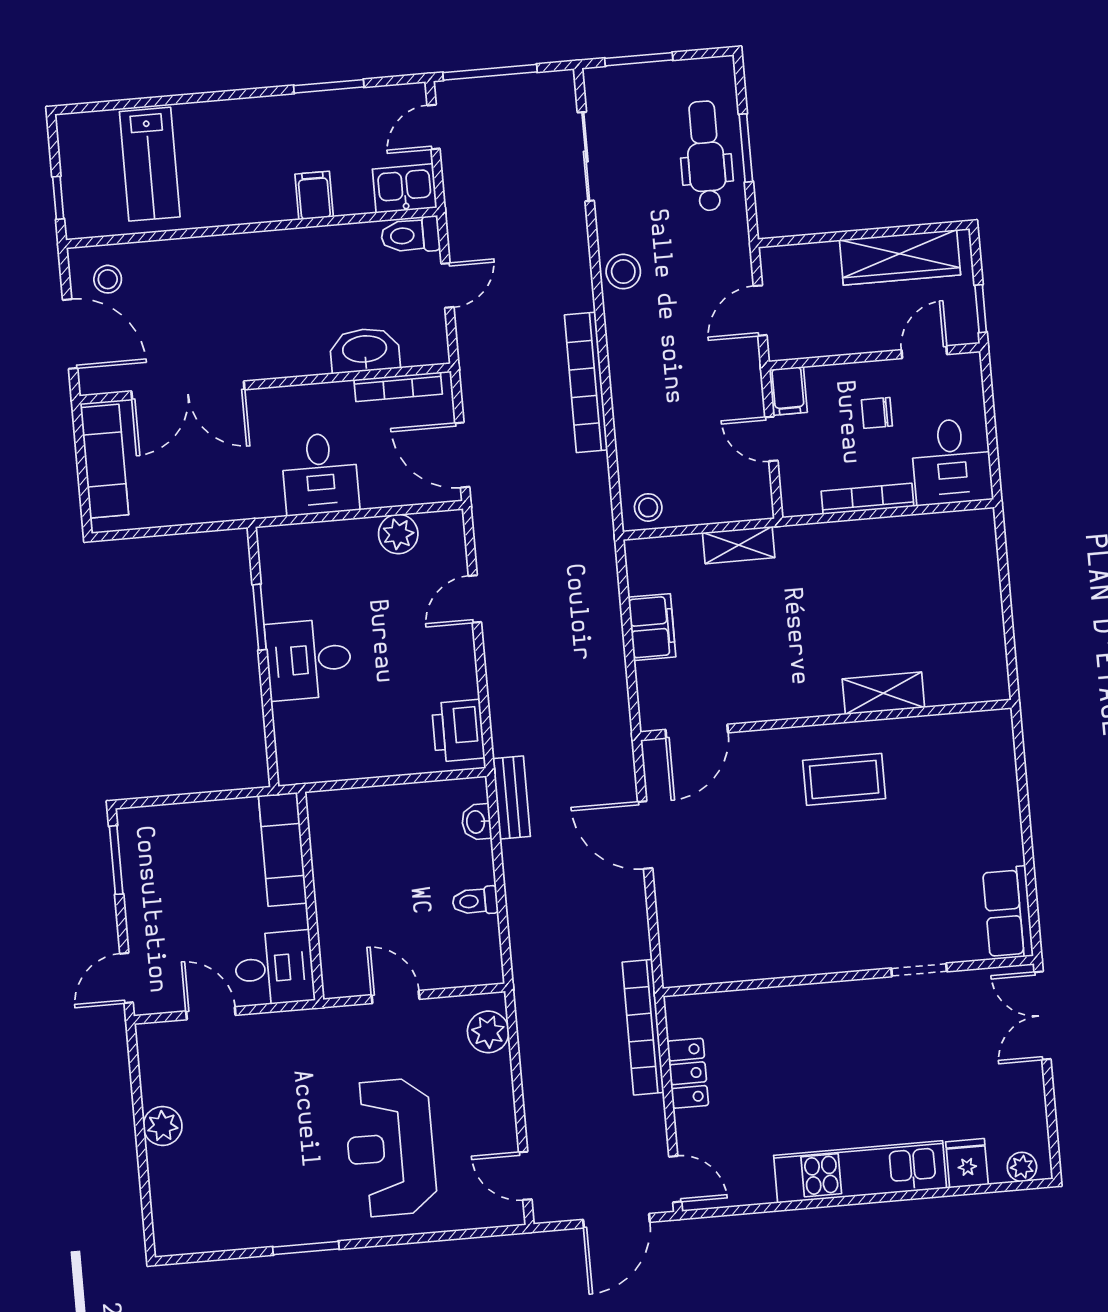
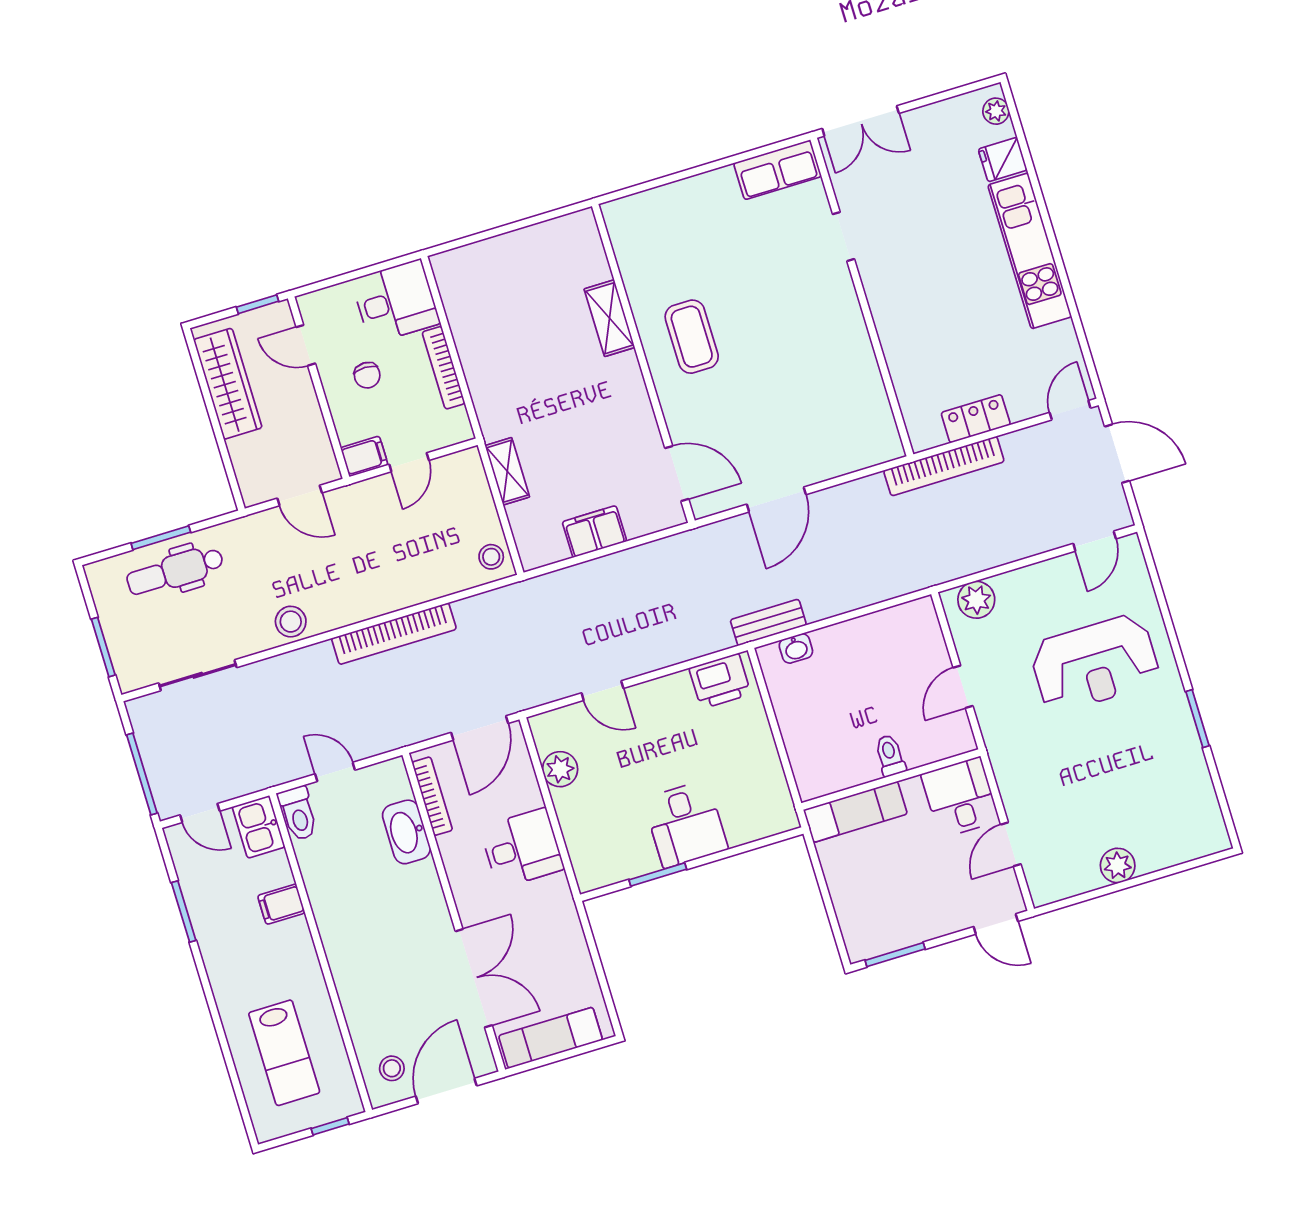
lab bench: (150, 164) -> (284, 1053), turned 90
toilet: (475, 901) -> (890, 756), moved, turned 180

